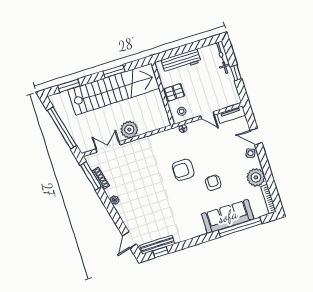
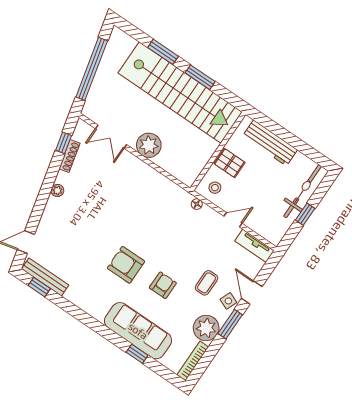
bicycle: (222, 58) -> (303, 191), width x1.37, depth x1.40
window: (69, 86) -> (163, 52), moved
door: (207, 115) -> (233, 220), swing flipped
double door: (108, 147) -> (111, 137), swing flipped
coffee table: (231, 157) -> (207, 283), added
window: (264, 162) -> (230, 324), added
armchair: (183, 170) -> (126, 265), moved
window: (91, 176) -> (64, 143), width x0.46
window: (240, 227) -> (137, 354), width x0.32

